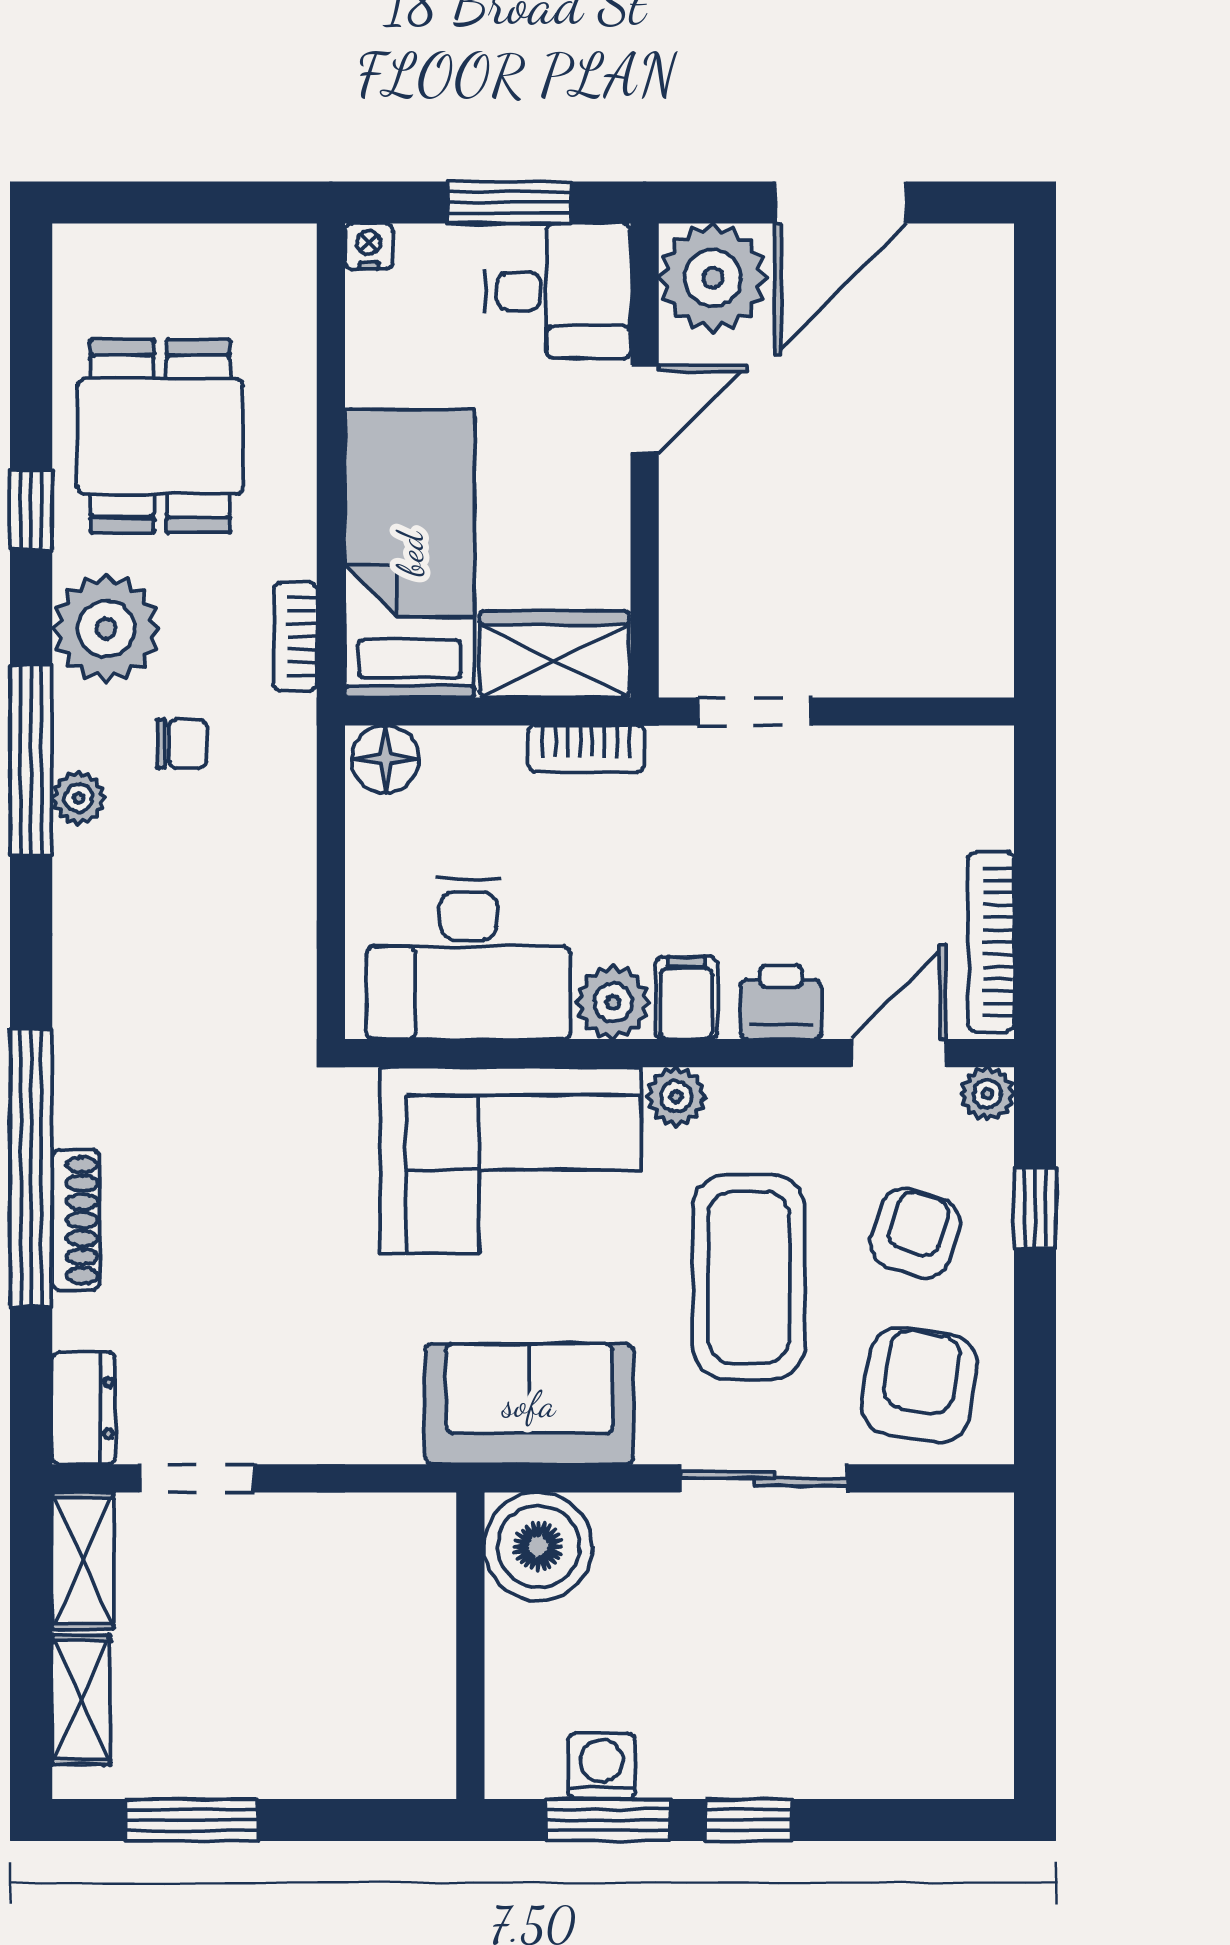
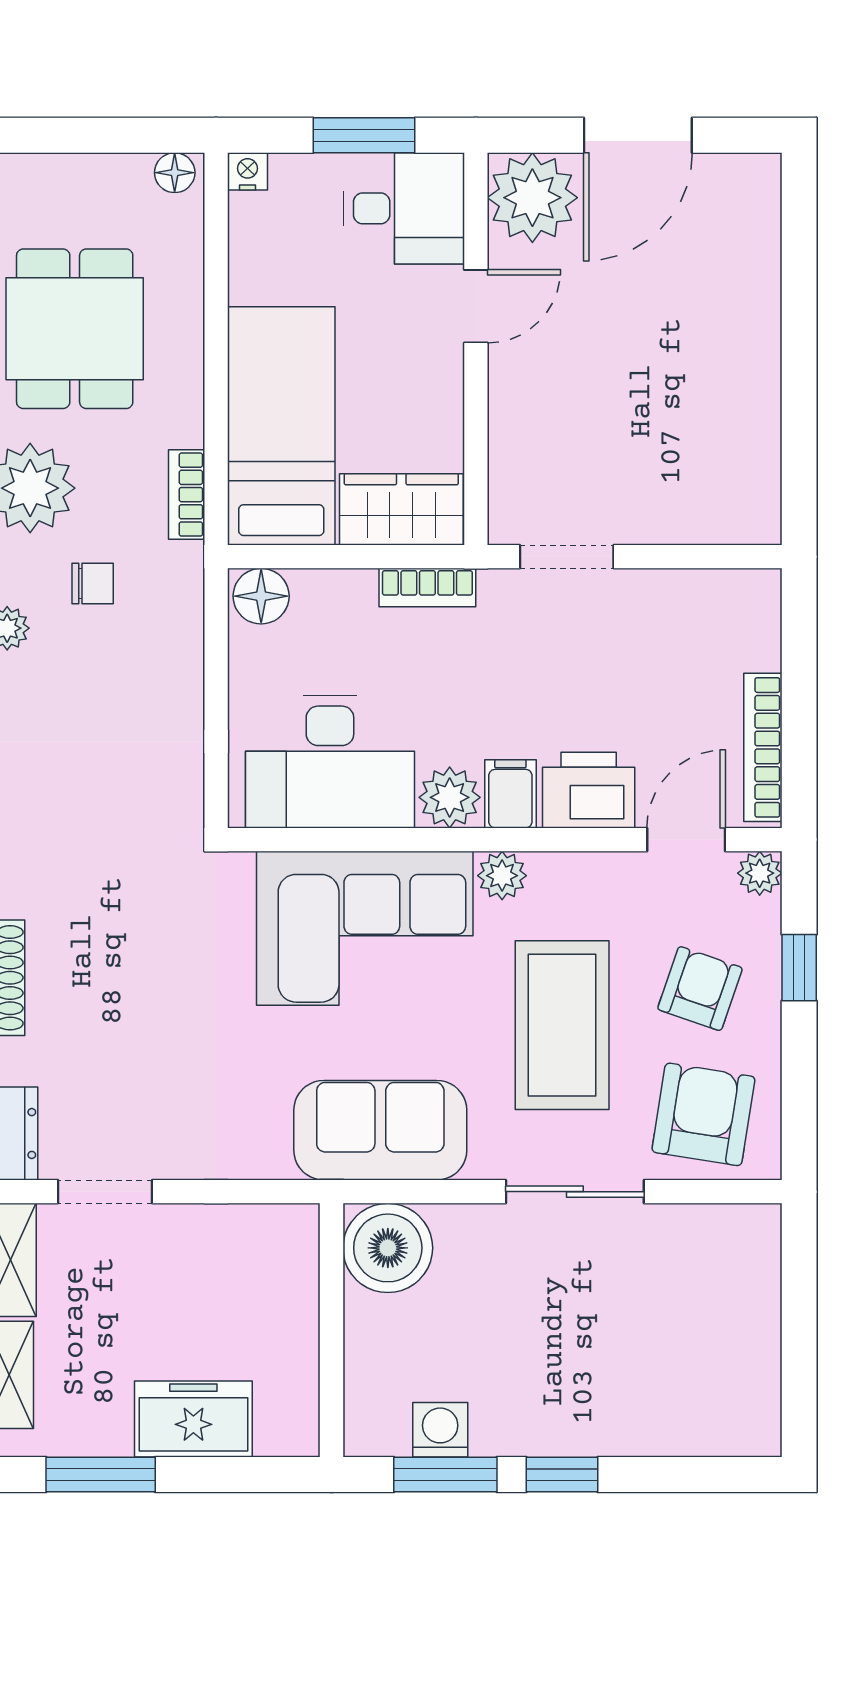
floor lamp: (281, 248) -> (175, 173), added
printer: (781, 1002) -> (589, 790), width x1.36, depth x1.24
freezer: (304, 1753) -> (193, 1419), added

